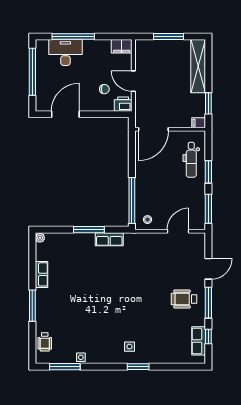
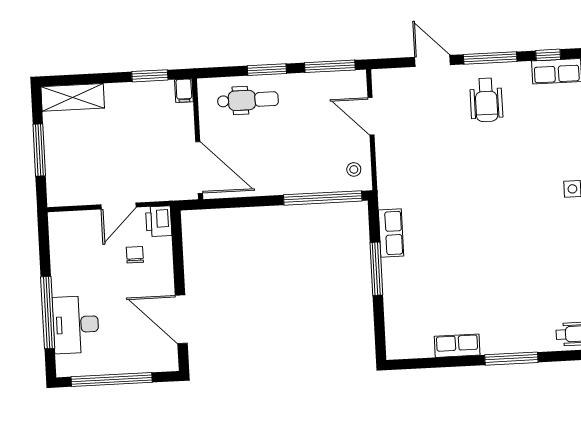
filing cabinet: (122, 46) -> (60, 229), removed
shelving: (198, 66) -> (73, 97), width x0.68
plant: (40, 238) -> (395, 352), removed

